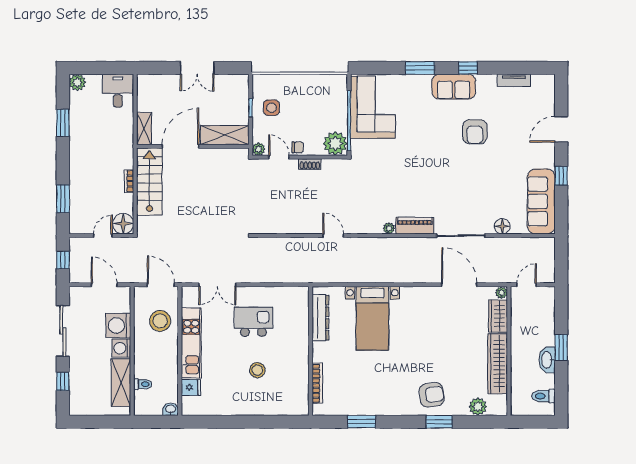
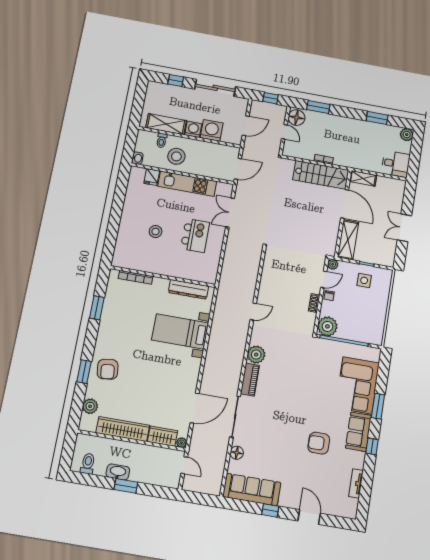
corner sofa: (373, 107) -> (357, 385), moved, turned 90
floor lamp: (123, 224) -> (297, 118), moved
plant: (389, 228) -> (256, 355), width x1.88, depth x1.88
stool: (160, 321) -> (176, 156), moved

